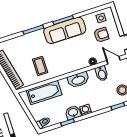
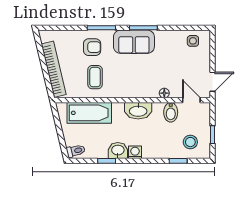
sofa: (65, 30) -> (134, 42), width x0.73
armchair: (101, 35) -> (92, 47), moved

